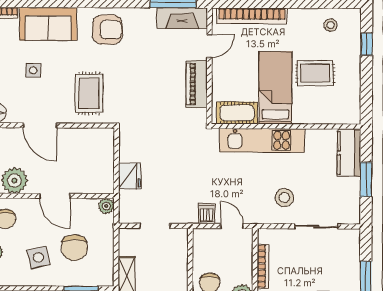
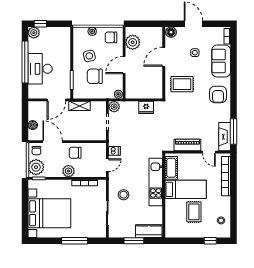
fridge: (130, 176) -> (146, 107), moved
plant: (128, 214) -> (114, 107), added

